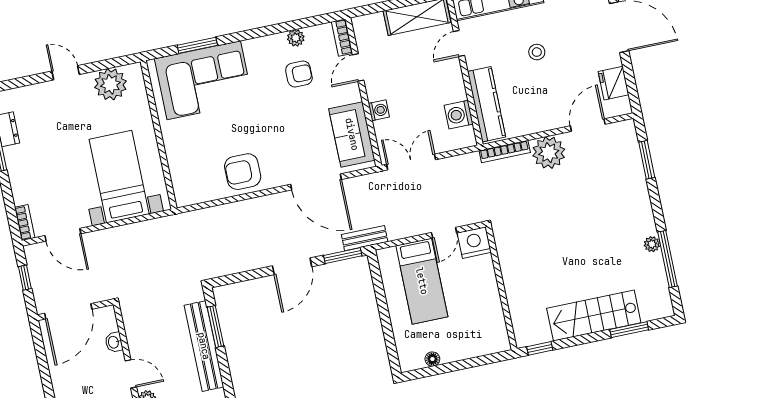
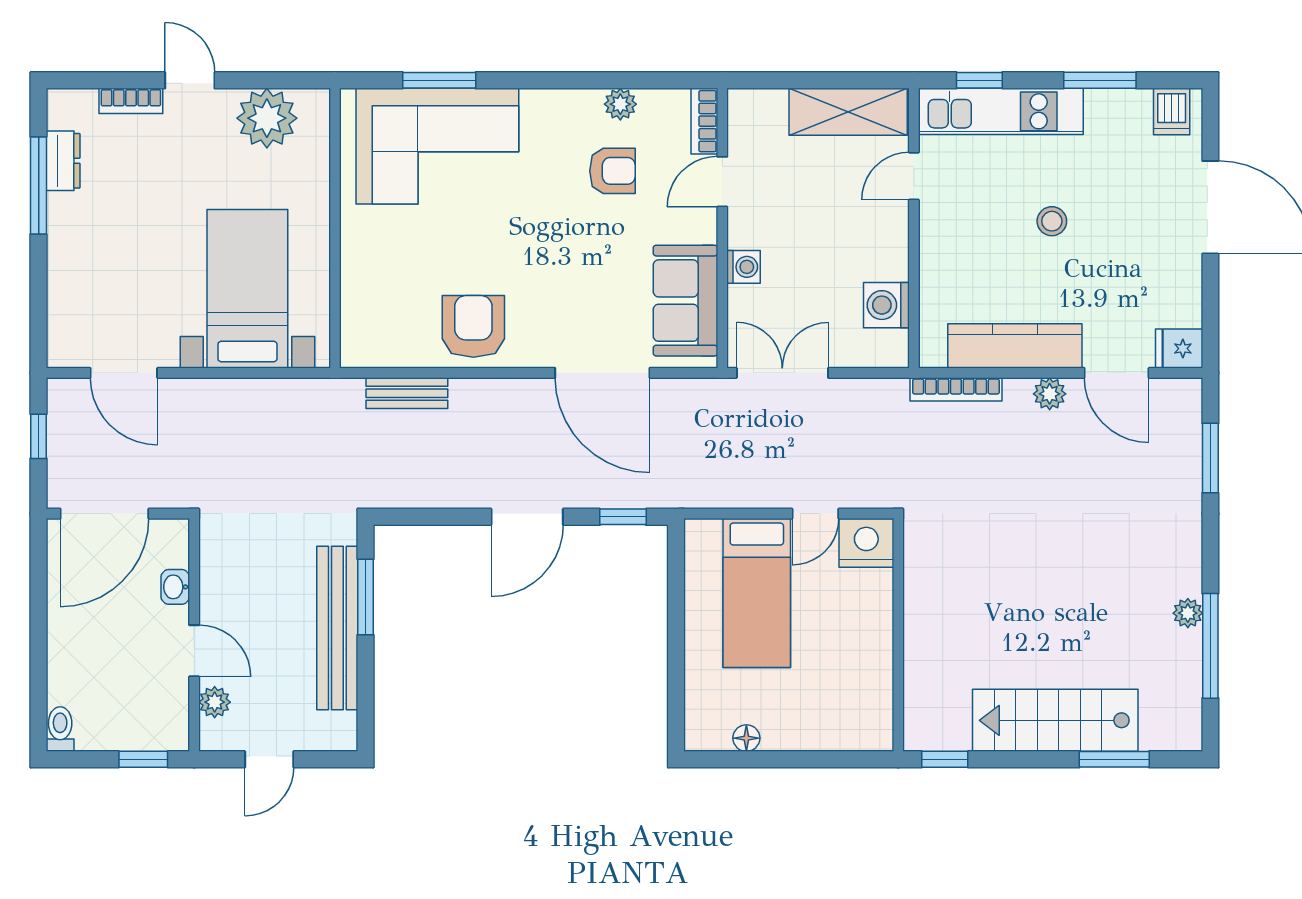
fridge: (614, 83) -> (1179, 349), moved, width x0.72
kitchen counter: (486, 104) -> (1015, 346), moved, turned -90
door: (588, 125) -> (1117, 373), swing flipped
plant: (549, 153) -> (1050, 394), width x0.53, depth x0.53
armchair: (243, 172) -> (473, 326), turned 90
bookcase: (25, 223) -> (131, 101), moved, turned 90
bench: (365, 238) -> (407, 393), moved
window: (343, 256) -> (623, 517), width x0.67

